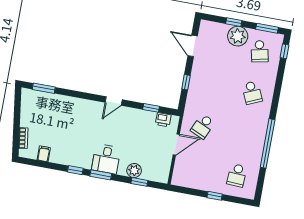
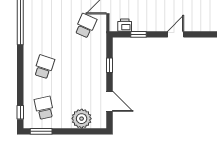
window: (234, 22) -> (74, 131), removed
plant: (238, 36) -> (82, 119), moved
school desk: (252, 93) -> (44, 67), turned 42

